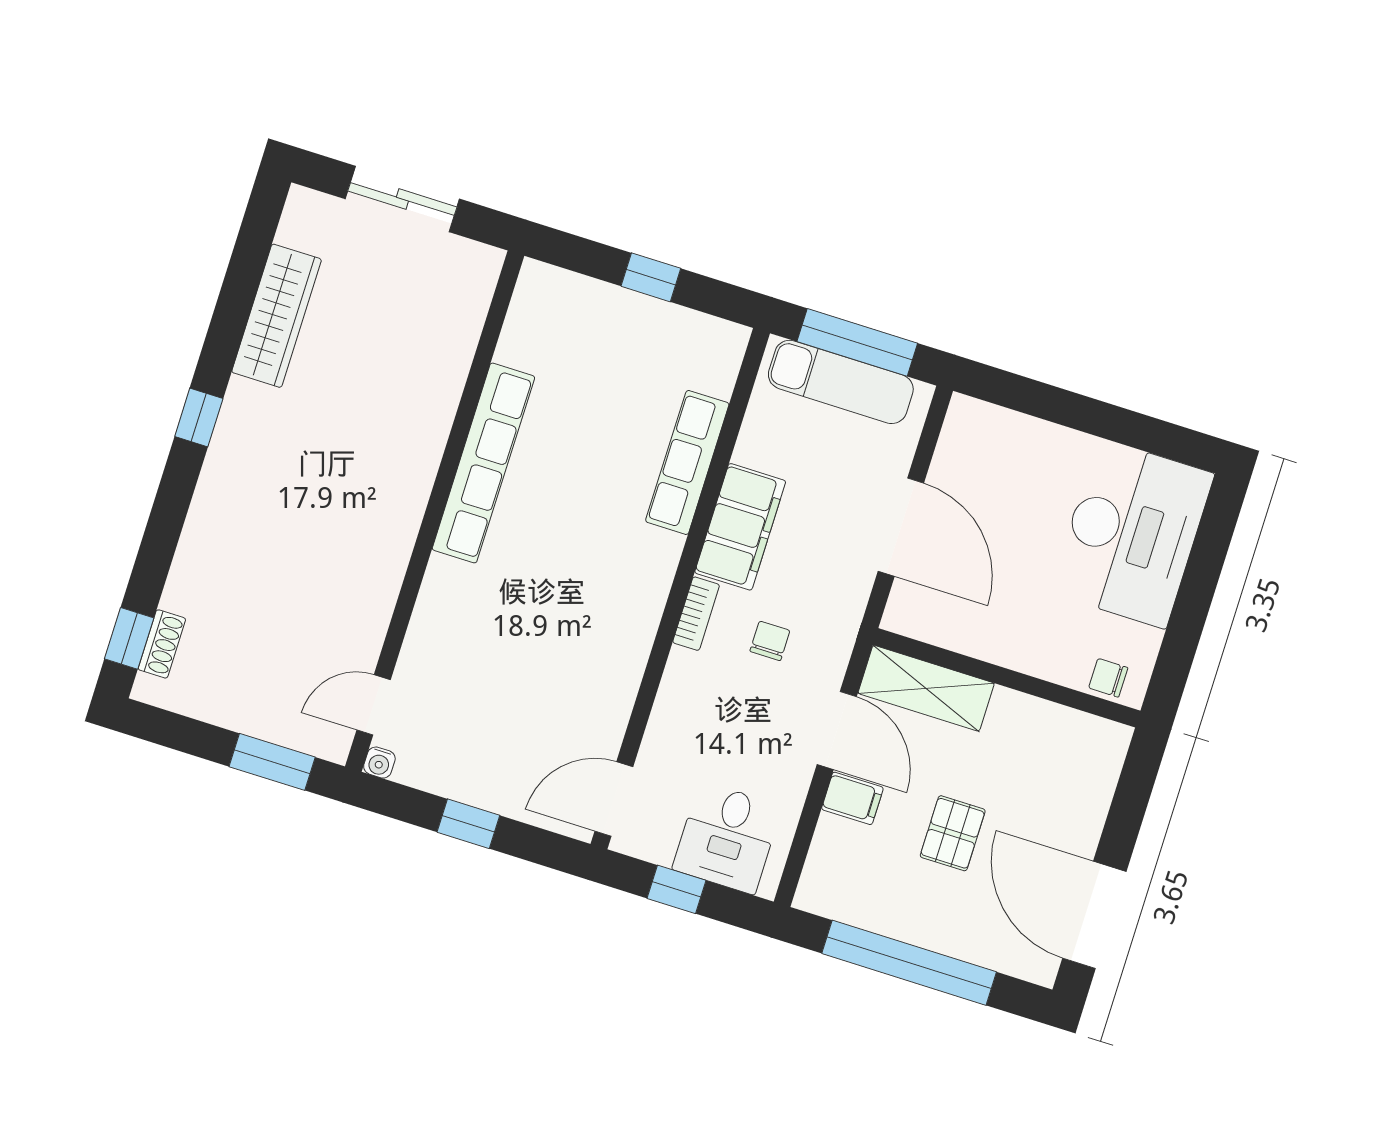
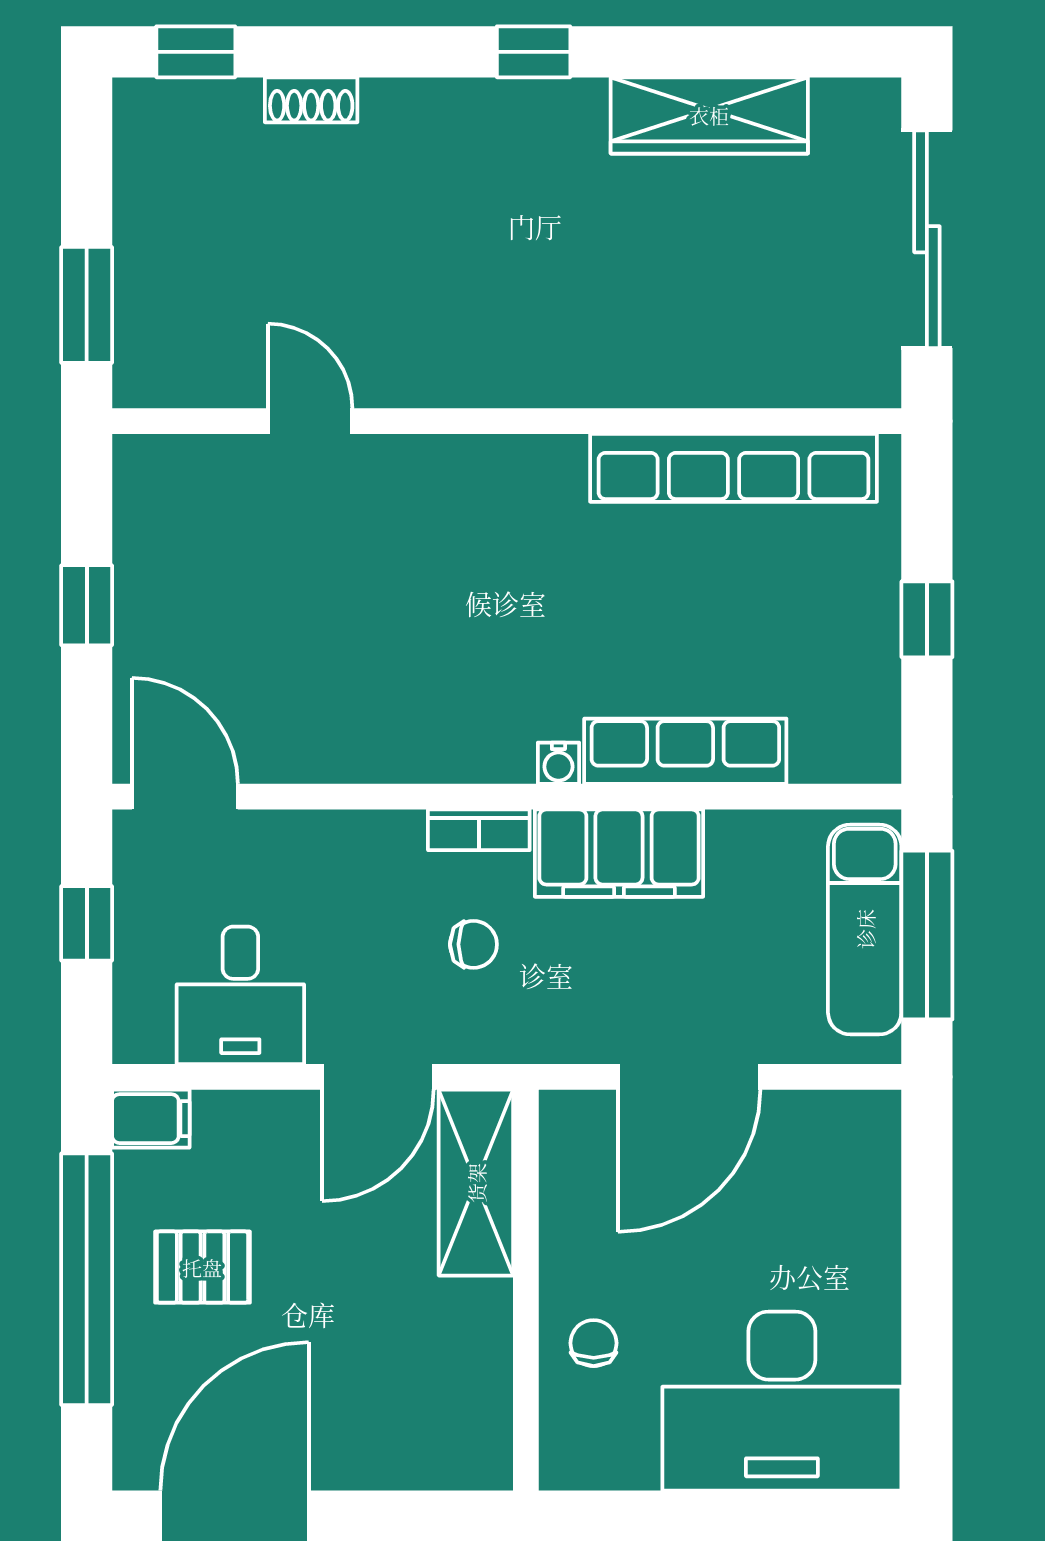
sliding door: (402, 199) -> (927, 239), width x1.37
row of seats: (483, 463) -> (733, 468), moved
shoe rack: (162, 644) -> (311, 100), moved
chair: (1108, 678) -> (594, 1343), moved
door: (374, 705) -> (310, 421), moved
water cooler: (379, 763) -> (558, 763), moved, turned -90
filing cabinet: (852, 798) -> (151, 1119), moved, turned -90
pallet: (953, 833) -> (202, 1267), moved
desk: (727, 838) -> (240, 995), moved, turned -90

